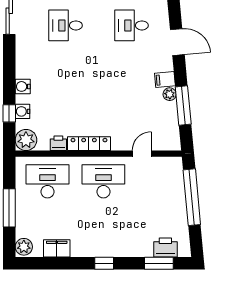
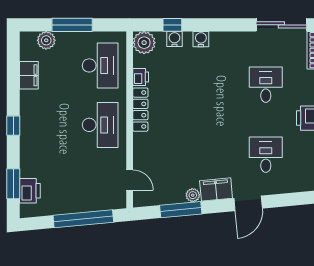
filing cabinet: (165, 80) -> (216, 189), width x2.00
door: (142, 154) -> (130, 180), moved
plant: (24, 247) -> (46, 40), moved

